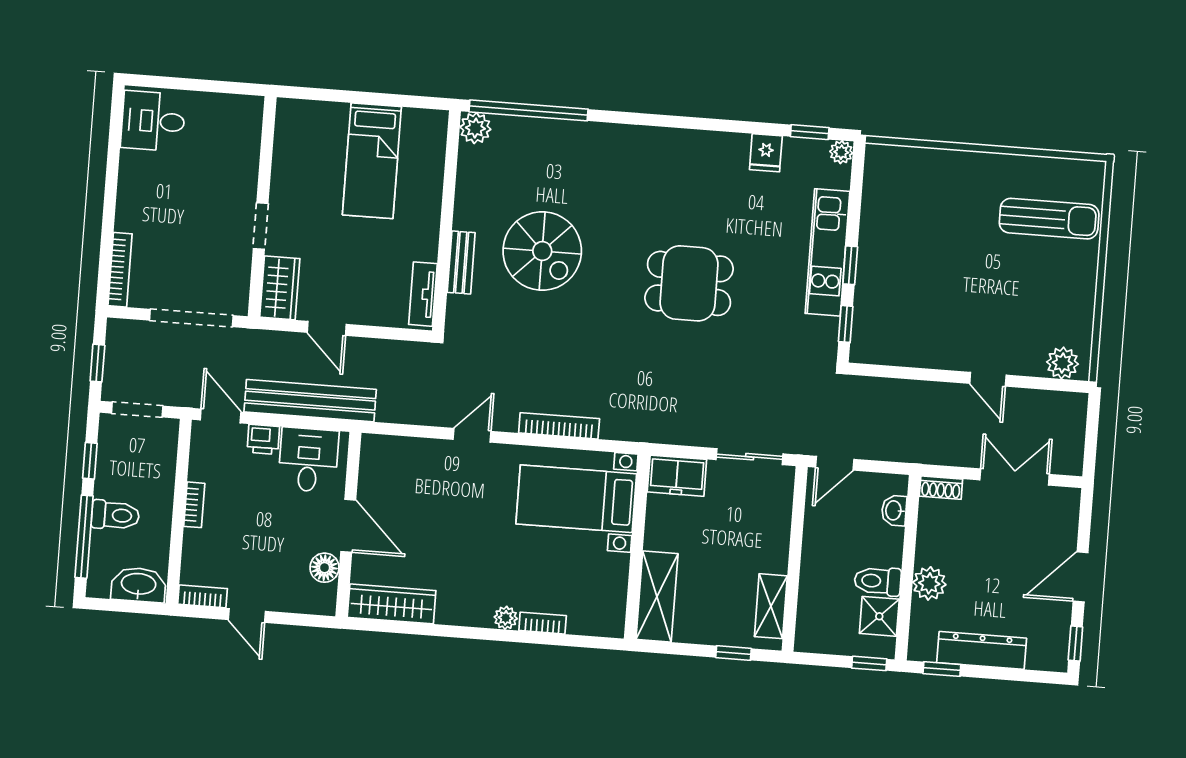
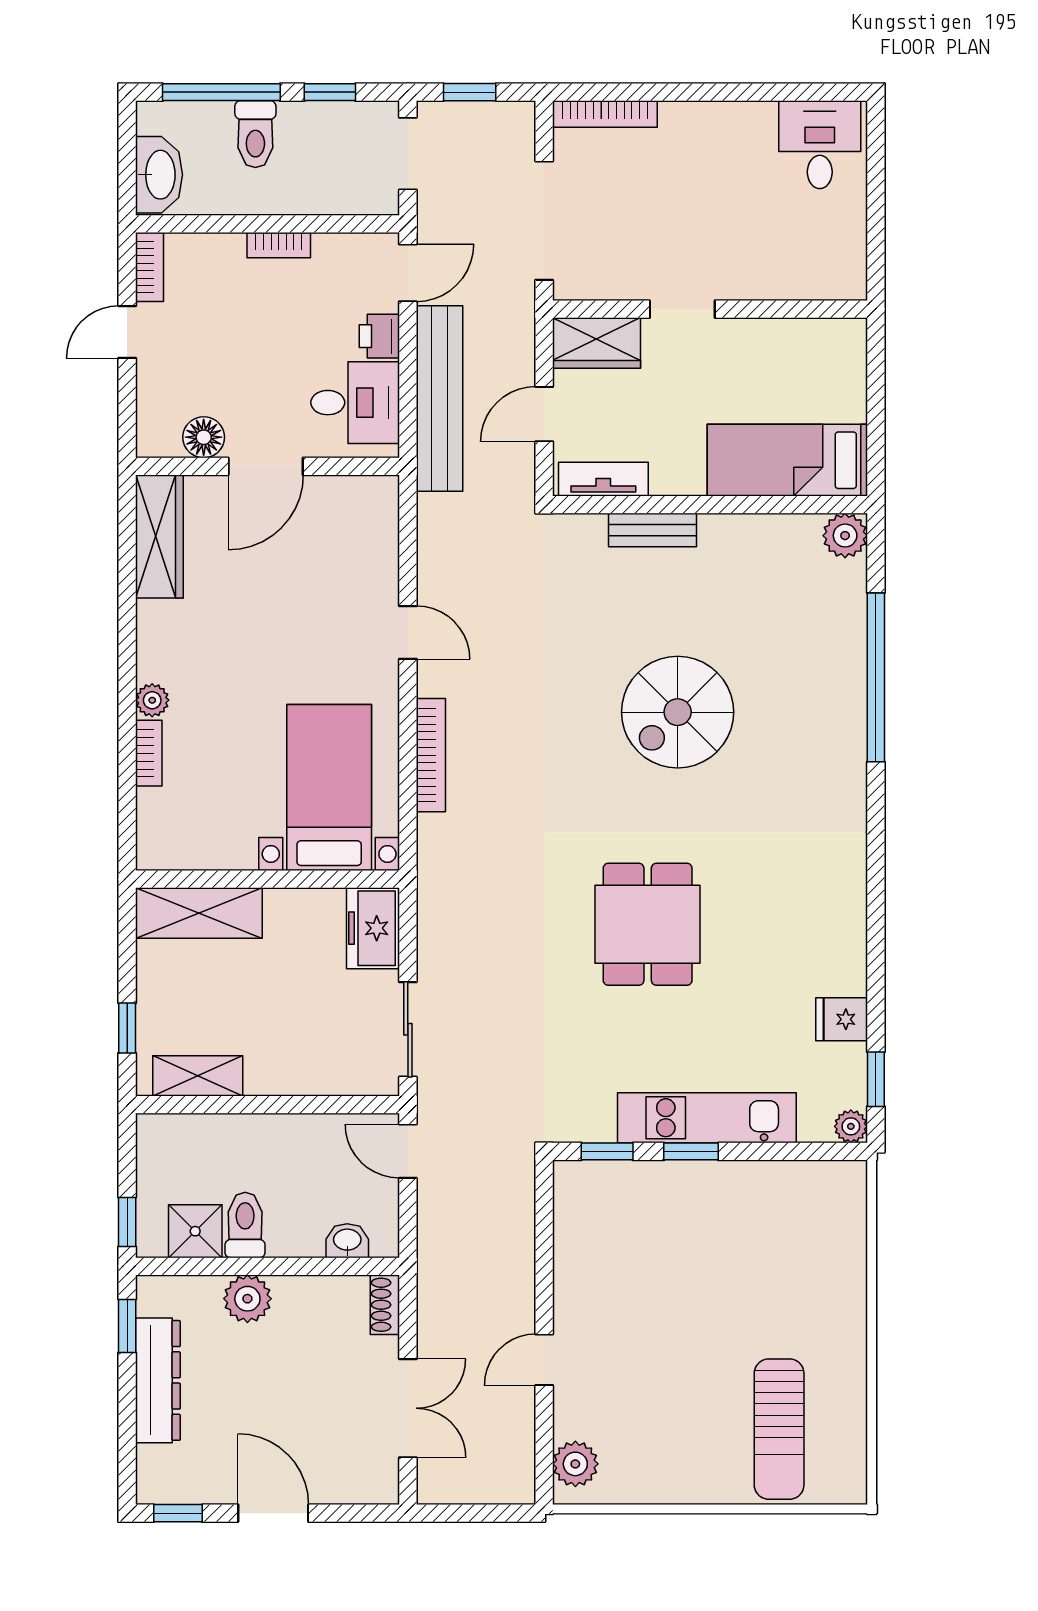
plant: (475, 128) -> (845, 536), moved
wall: (447, 221) -> (710, 505), moved
bench: (461, 262) -> (652, 530), moved
tv unit: (423, 294) -> (603, 479), moved

